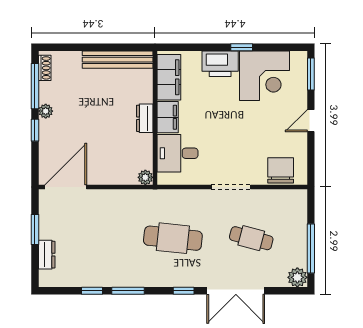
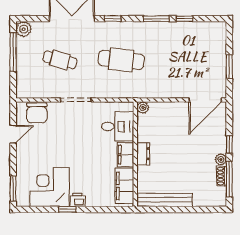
printer: (220, 64) -> (78, 200), width x0.53, depth x0.68
shoe rack: (45, 68) -> (222, 176), moved
door: (311, 121) -> (13, 134), moved
dresser: (47, 255) -> (220, 47), removed

